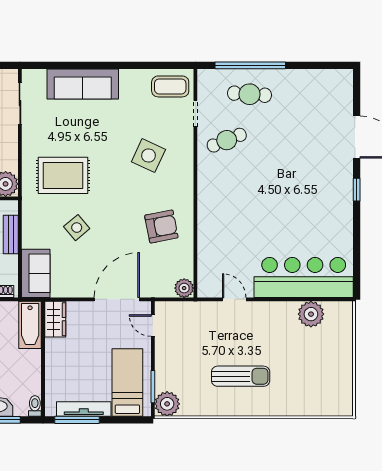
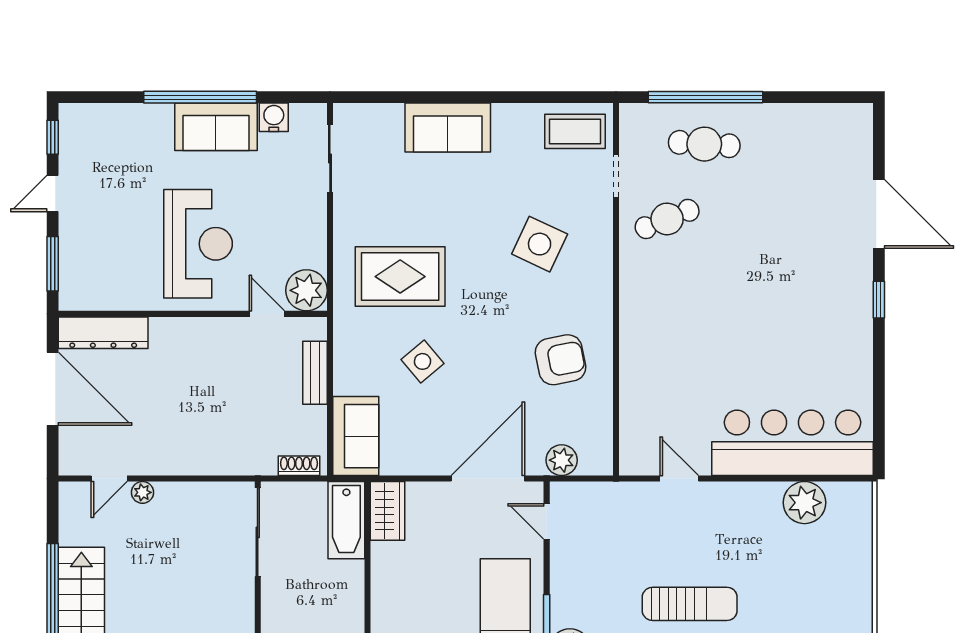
sofa: (83, 84) -> (448, 128), width x0.73
plant: (184, 288) -> (562, 460), moved

